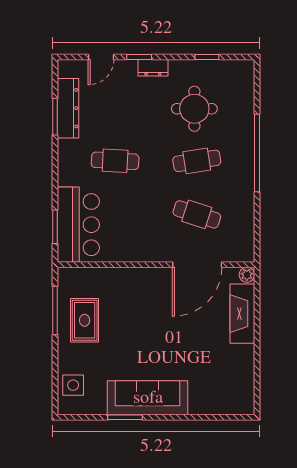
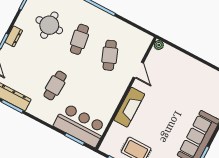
cafe table: (197, 214) -> (110, 55), turned -39
door: (197, 265) -> (138, 70), width x0.53
fireplace: (242, 314) -> (129, 107), moved, turned -90

